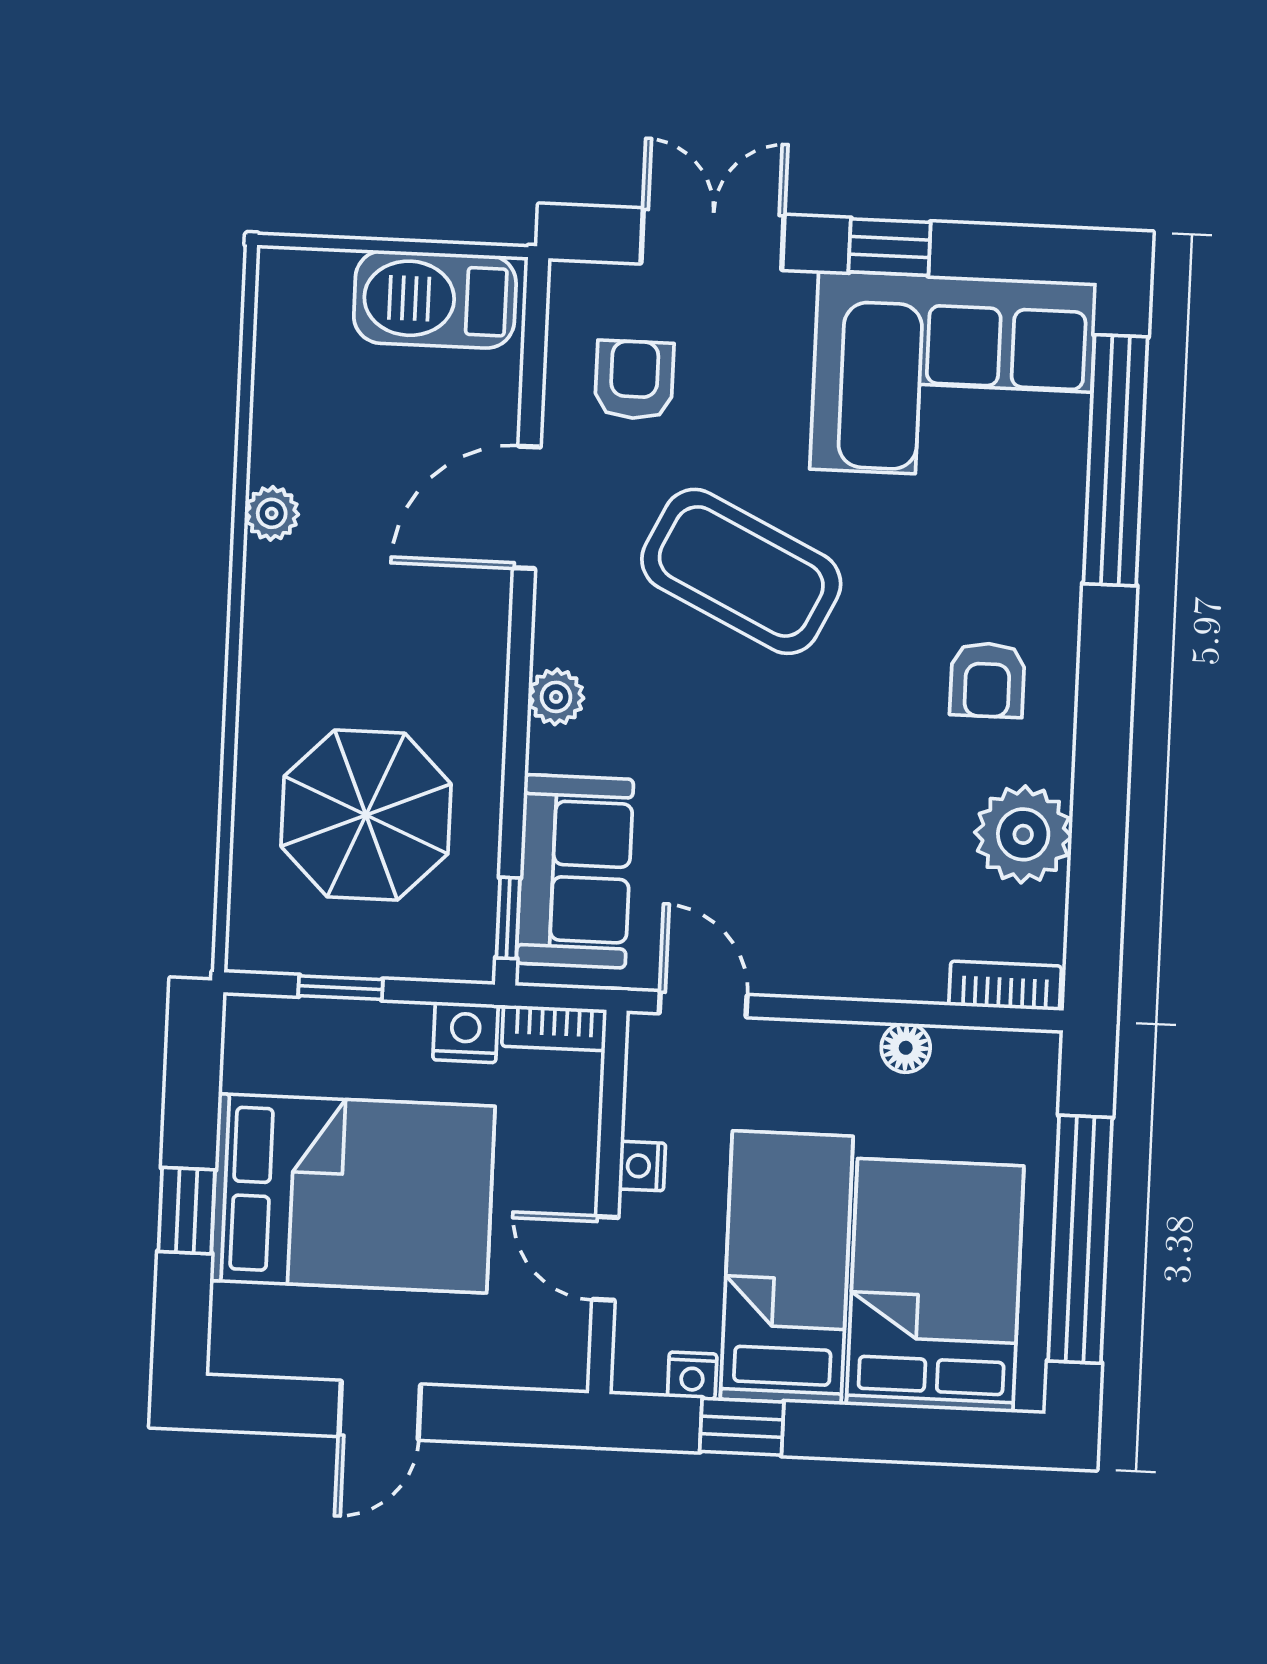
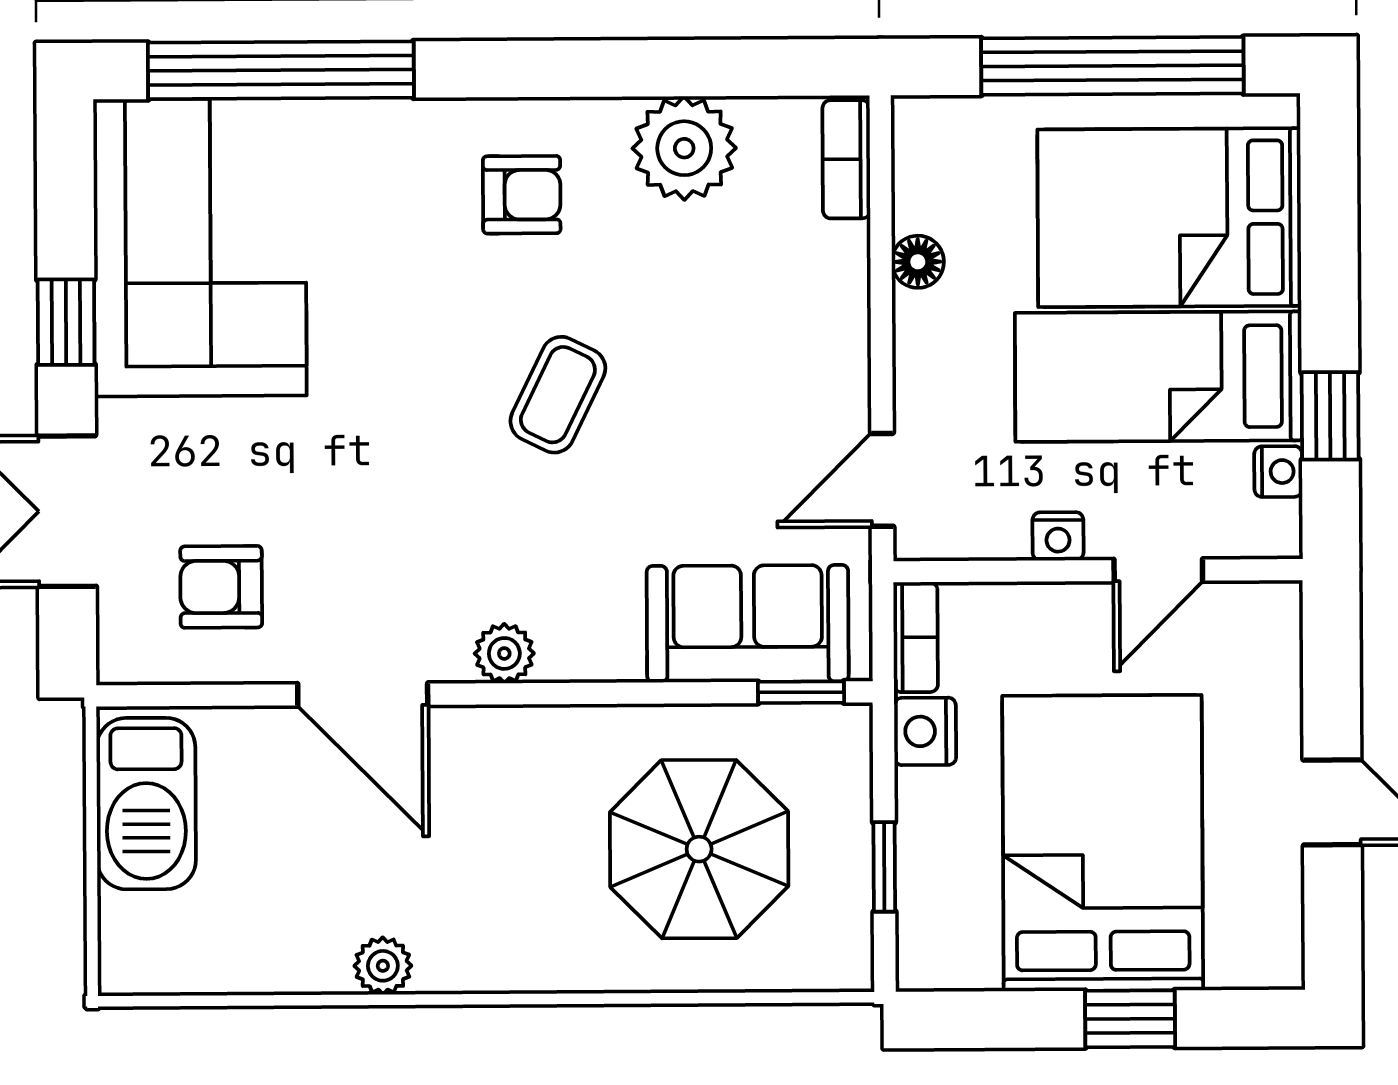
coffee table: (741, 571) -> (558, 395), moved, width x0.54, depth x0.58
plant: (556, 697) -> (504, 653), moved

